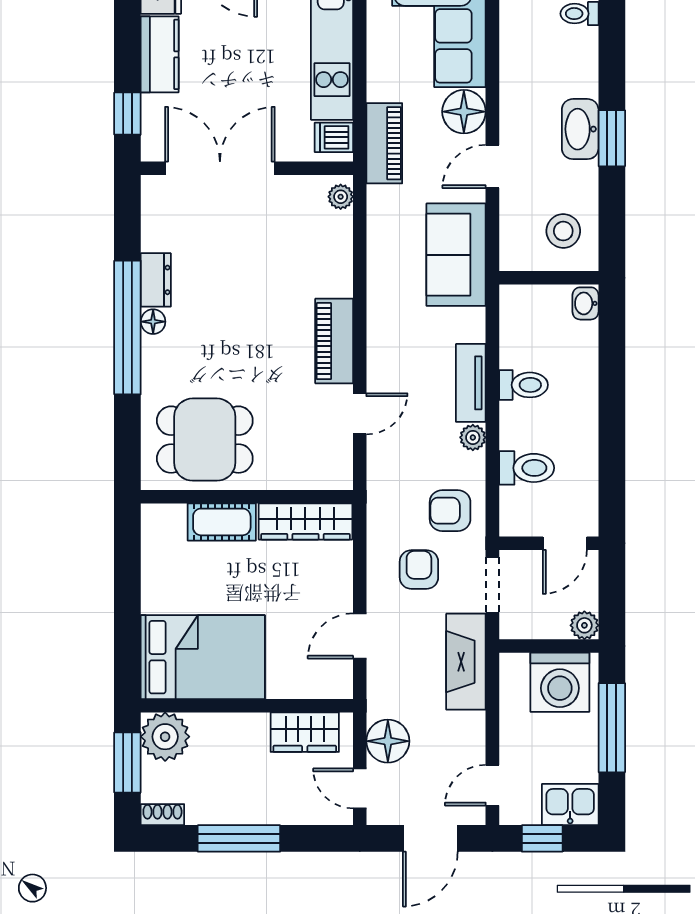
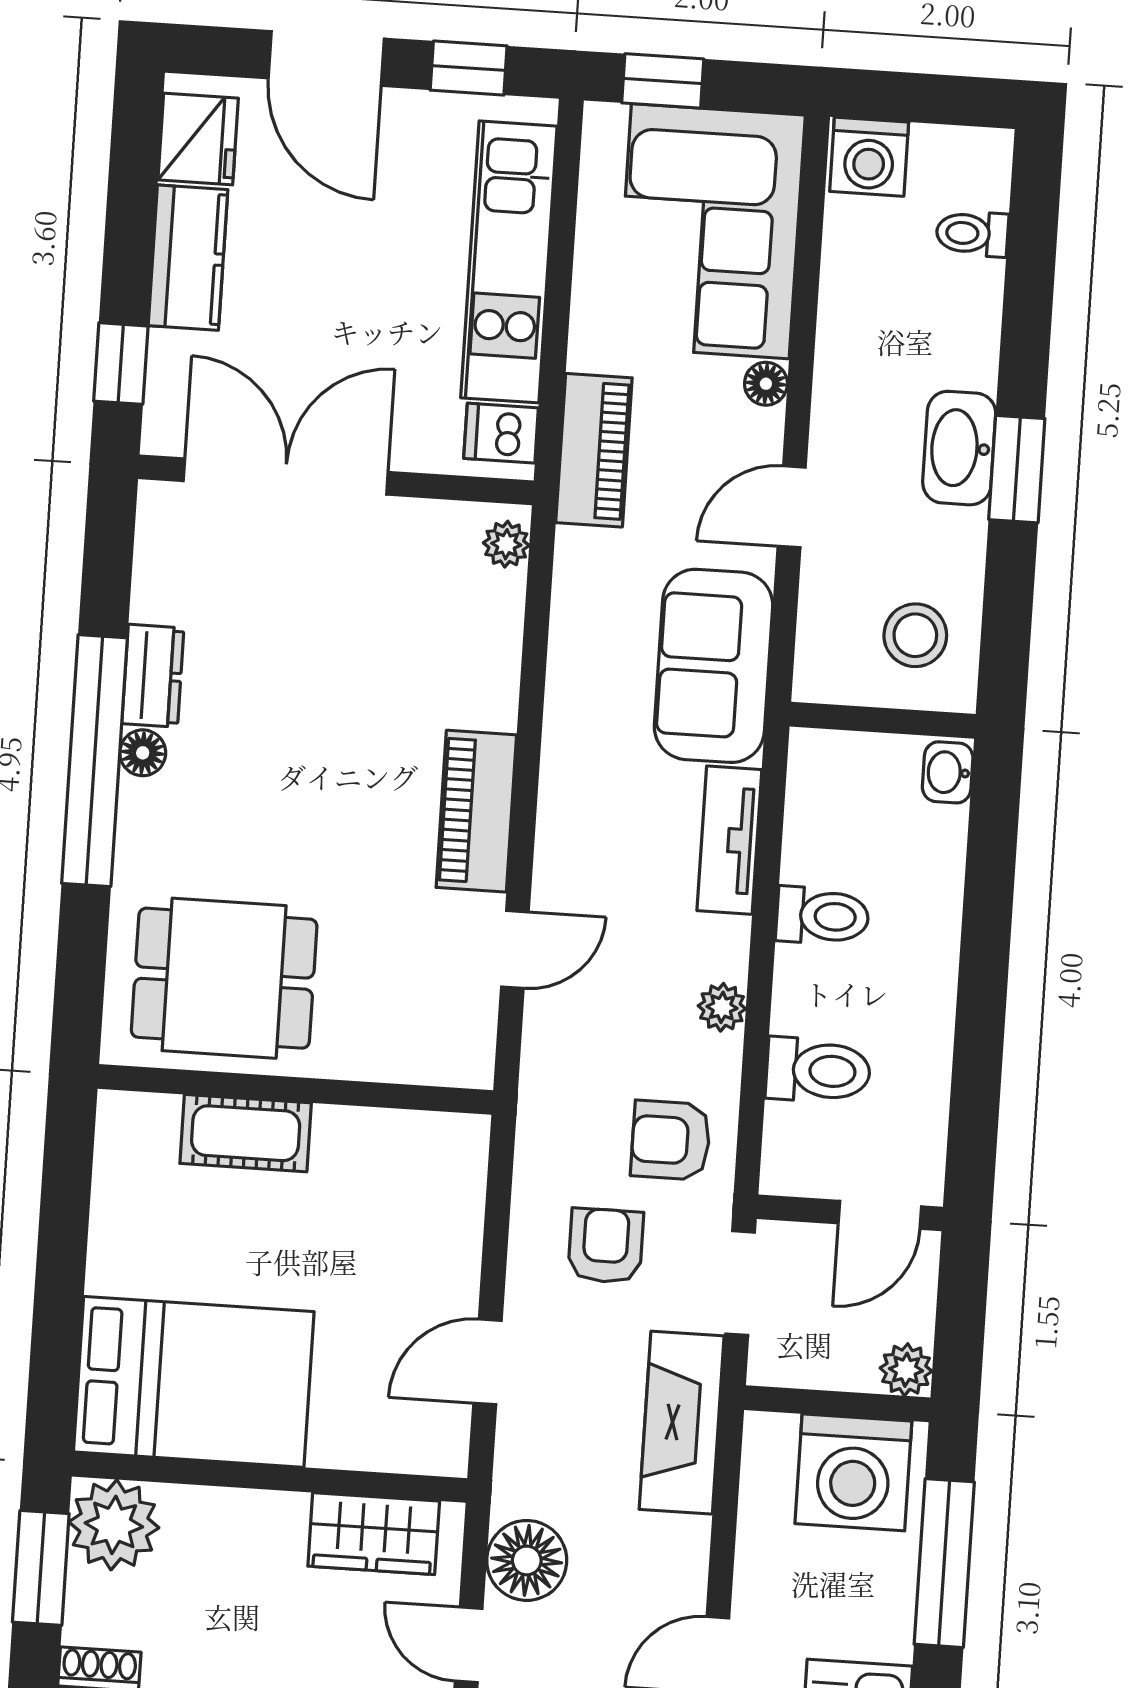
floor lamp: (464, 112) -> (766, 384), width x0.53, depth x0.53
tv unit: (471, 383) -> (729, 840), moved
wardrobe: (305, 521) -> (401, 1143), removed

